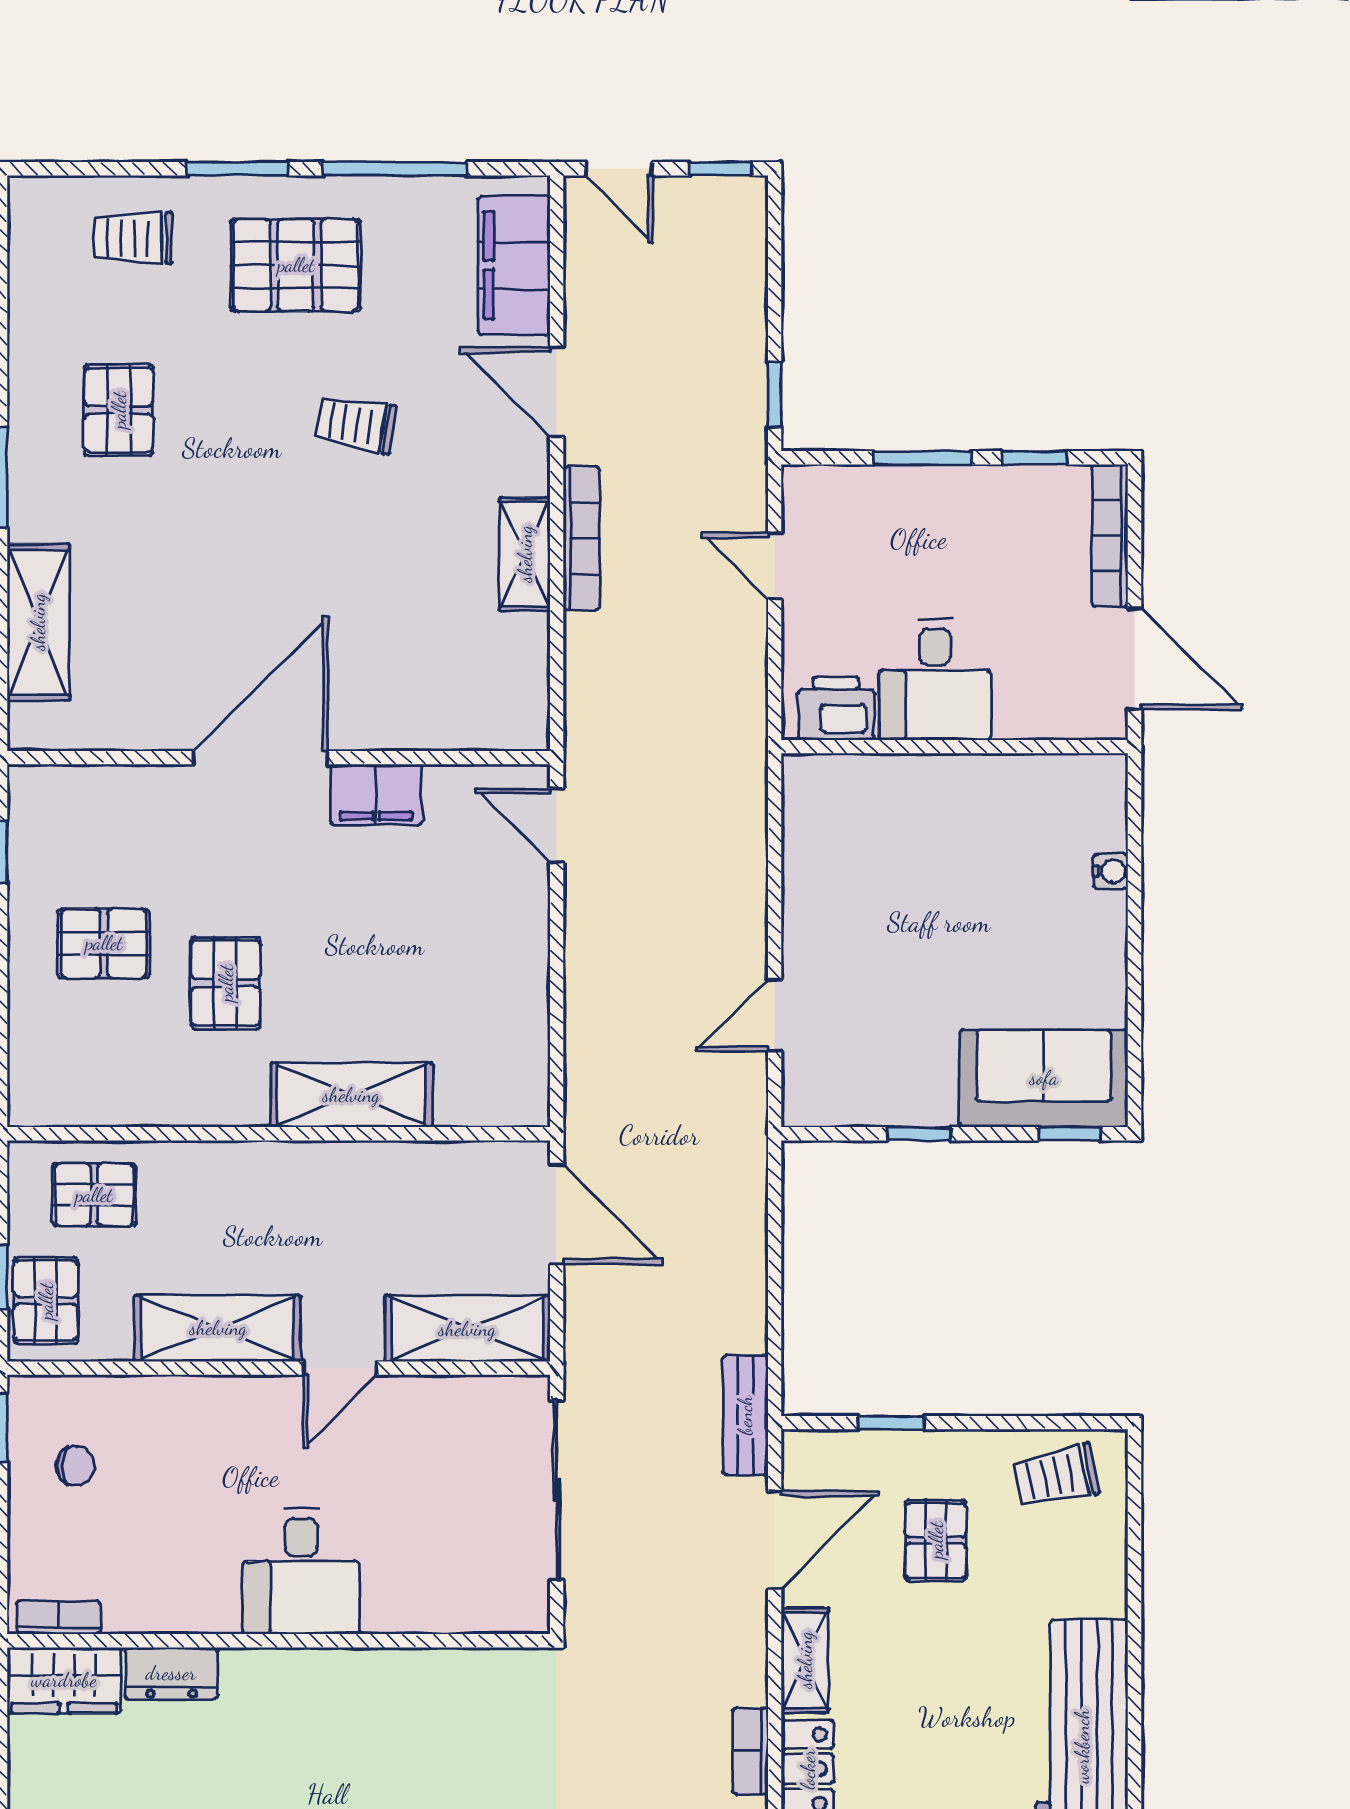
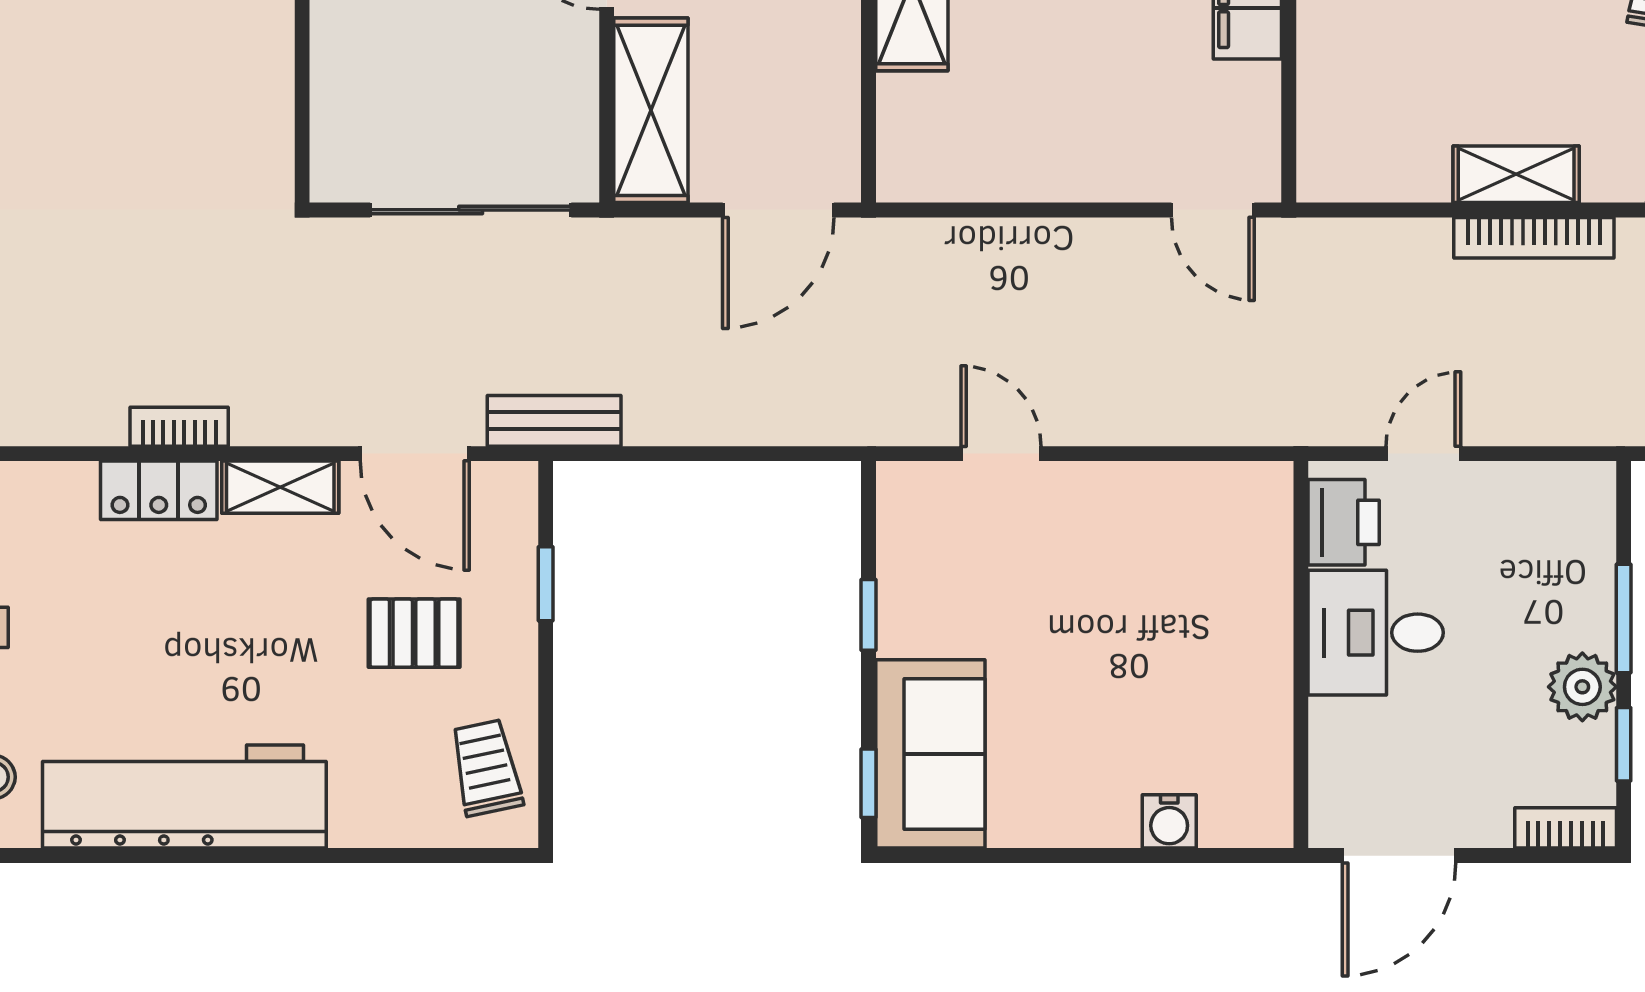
plant: (983, 495) -> (1582, 687), added
bookcase: (1110, 535) -> (1566, 828), width x0.64
door: (775, 566) -> (1423, 454), moved
door: (557, 825) -> (1213, 210), swing flipped
water cooler: (1111, 871) -> (1169, 821), width x1.38, depth x1.38

